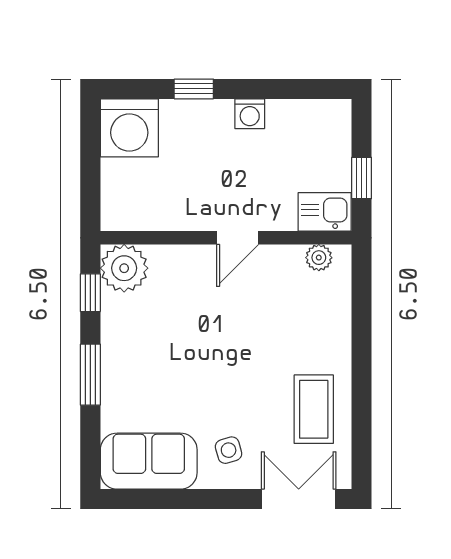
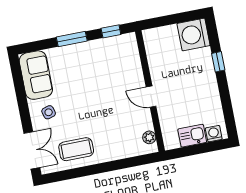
washing machine: (250, 114) -> (214, 134), moved, turned 90
window: (362, 178) -> (191, 150), removed
kitchen sink: (325, 212) -> (192, 136), moved, turned -90
plant: (124, 268) -> (126, 45), removed

